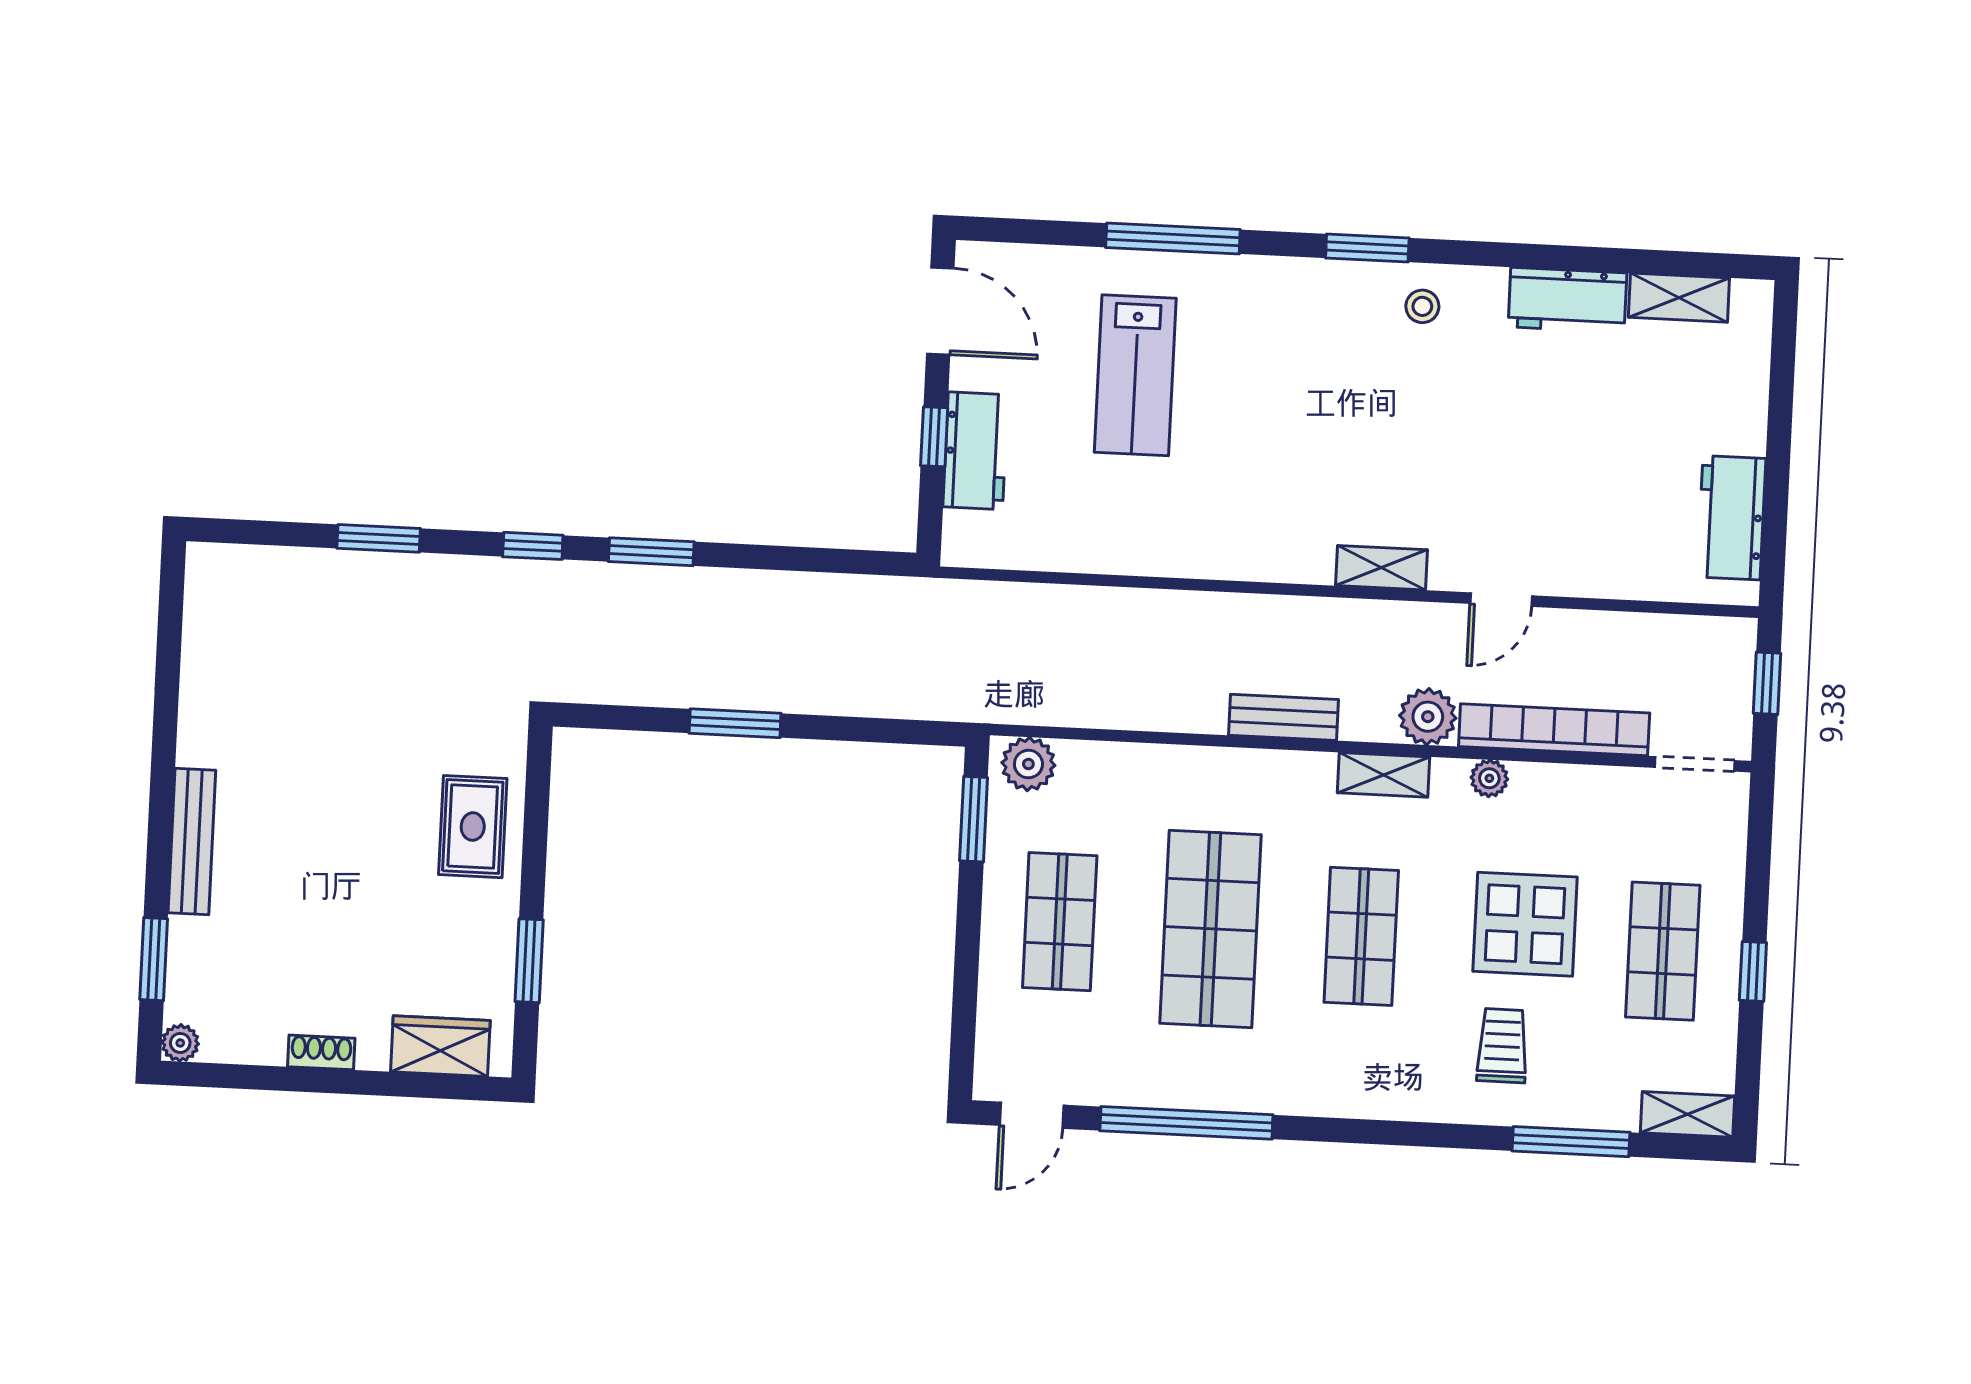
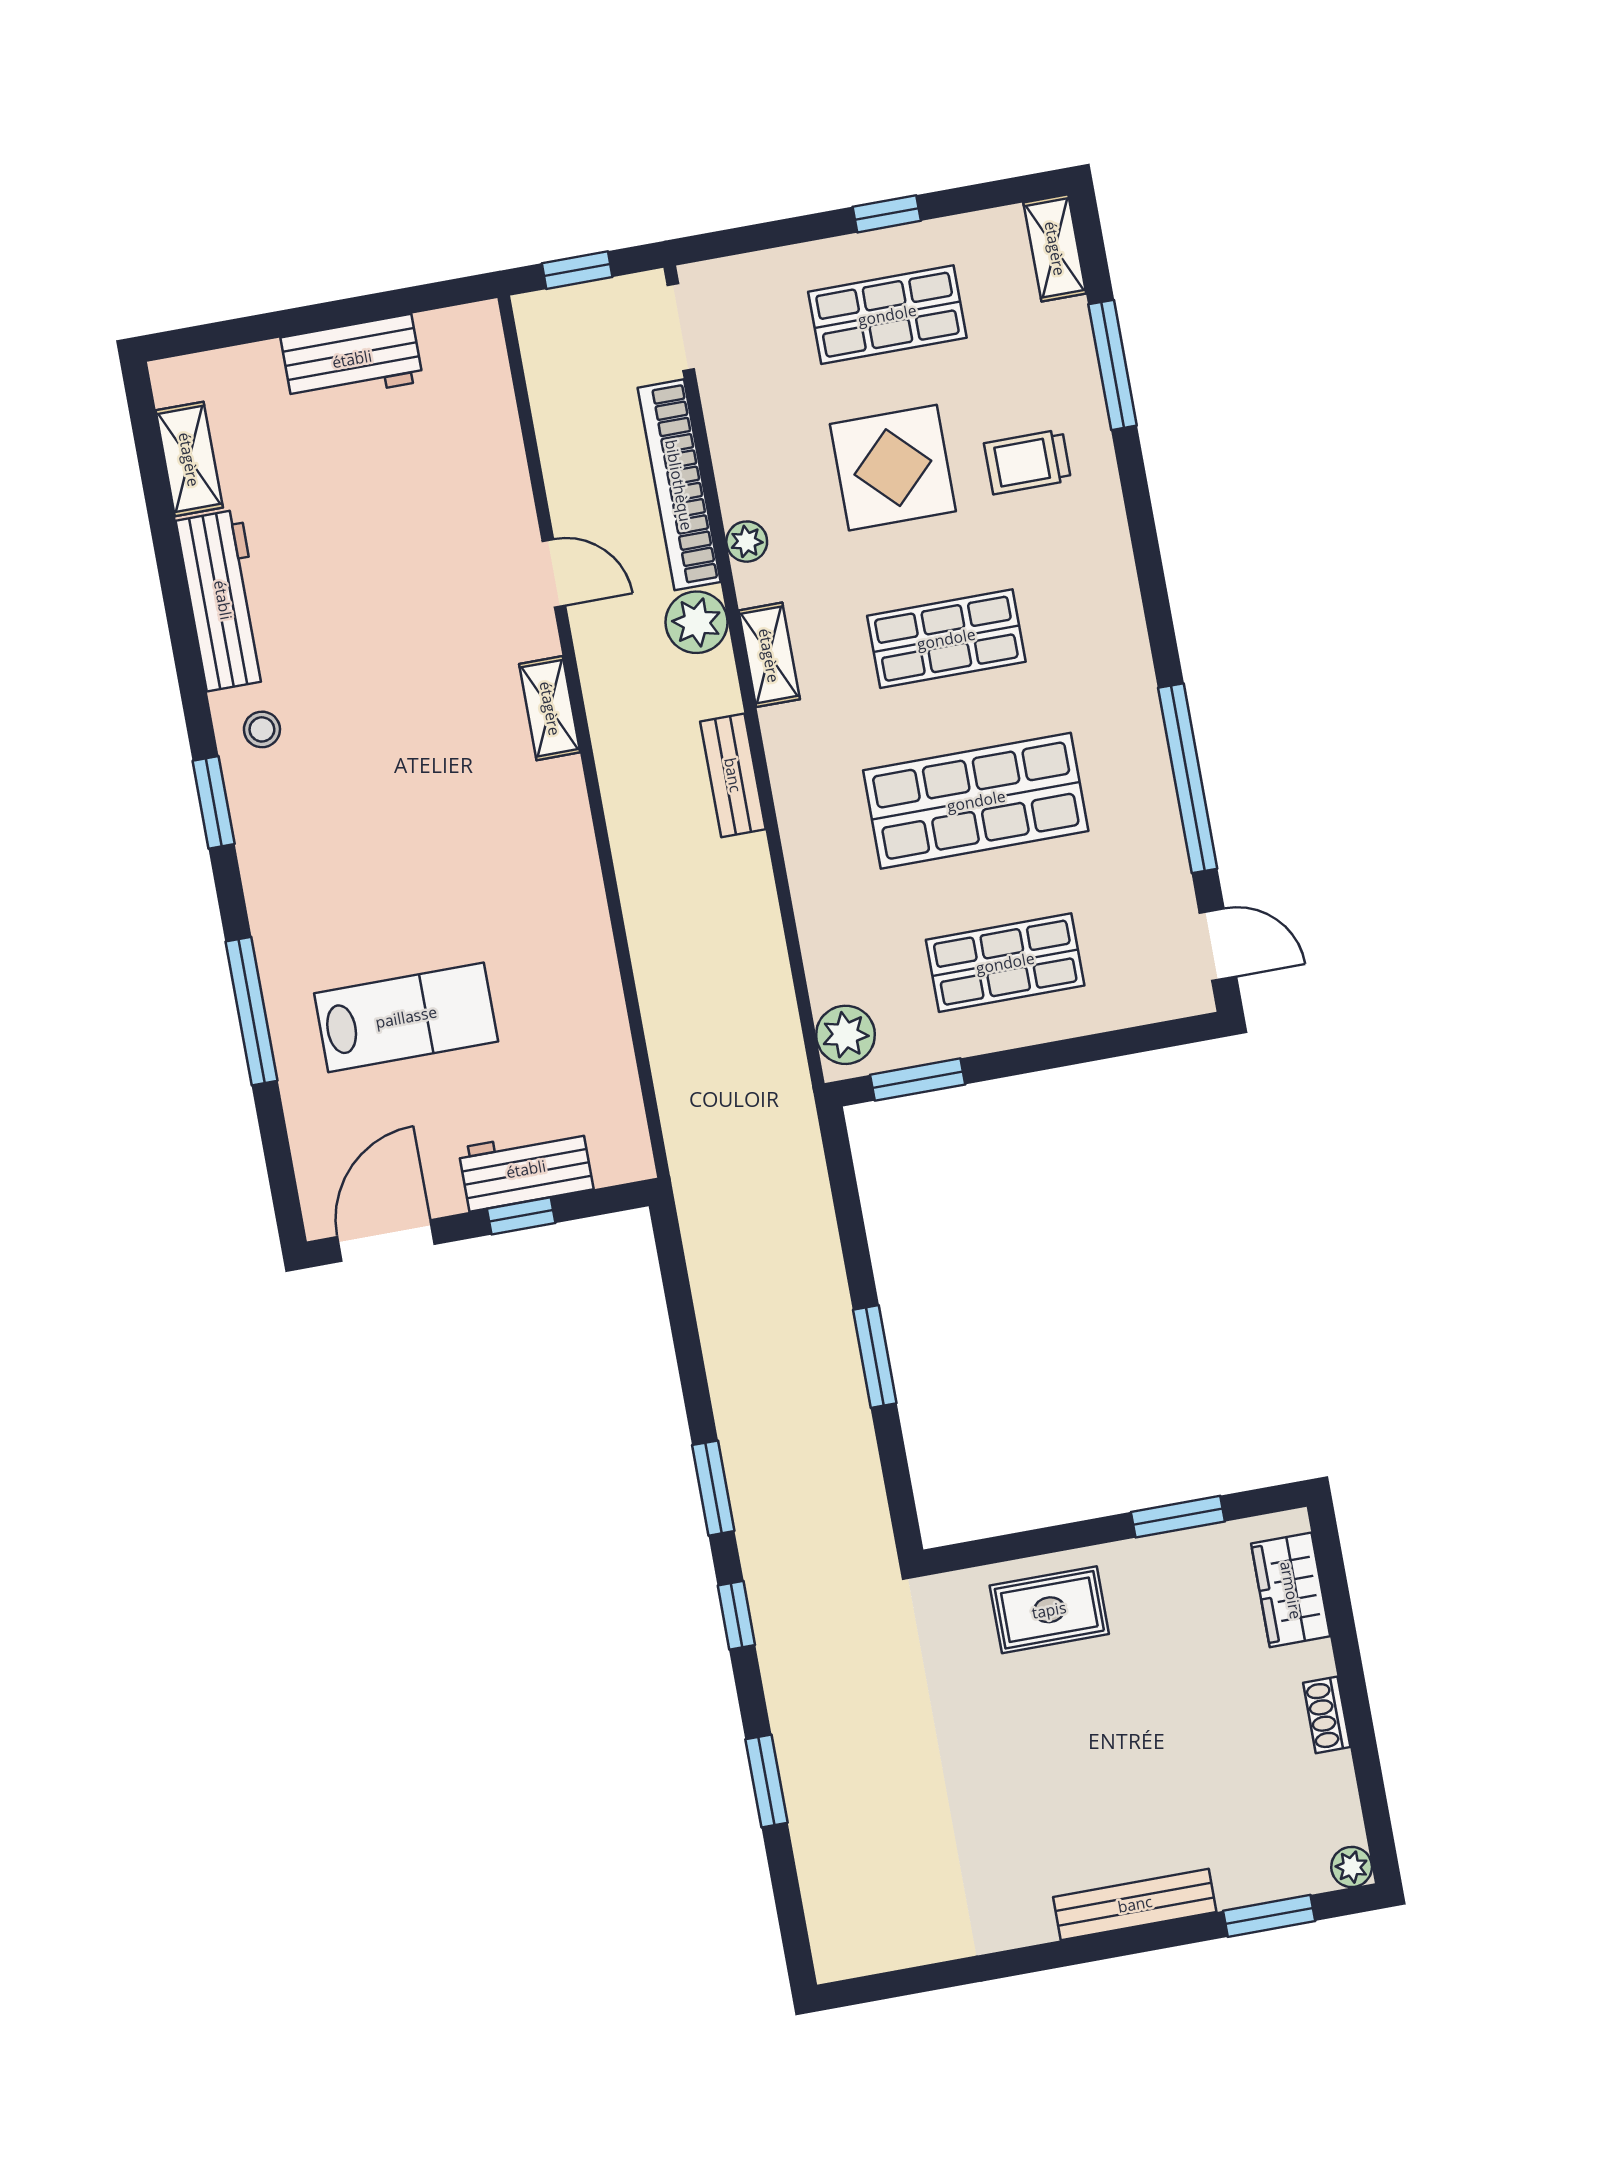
workbench: (1567, 300) -> (223, 600), width x1.38
workbench: (1731, 518) -> (352, 359), moved

